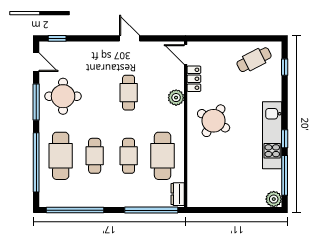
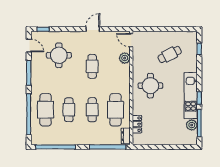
door: (130, 38) -> (93, 29), hinge flipped
cafe table: (254, 60) -> (170, 54), moved
locker: (194, 79) -> (137, 124), moved
round table: (63, 96) -> (59, 55), moved
plant: (176, 98) -> (125, 58), moved
round table: (214, 121) -> (150, 86), turned -31
plant: (274, 199) -> (192, 125), moved

